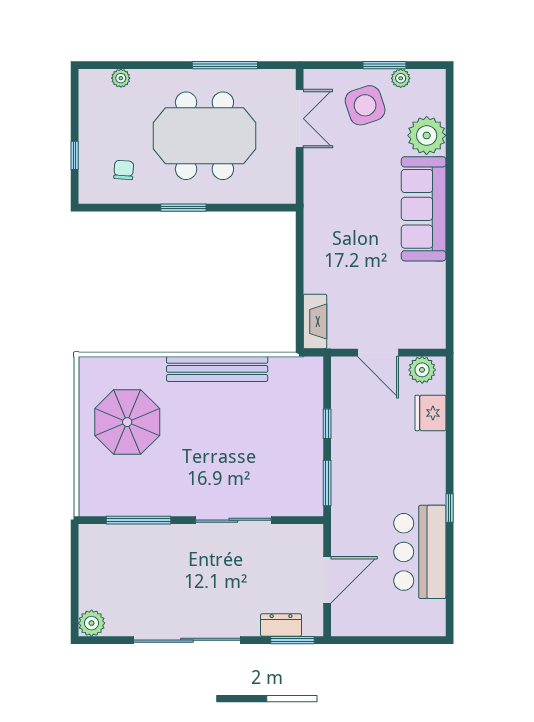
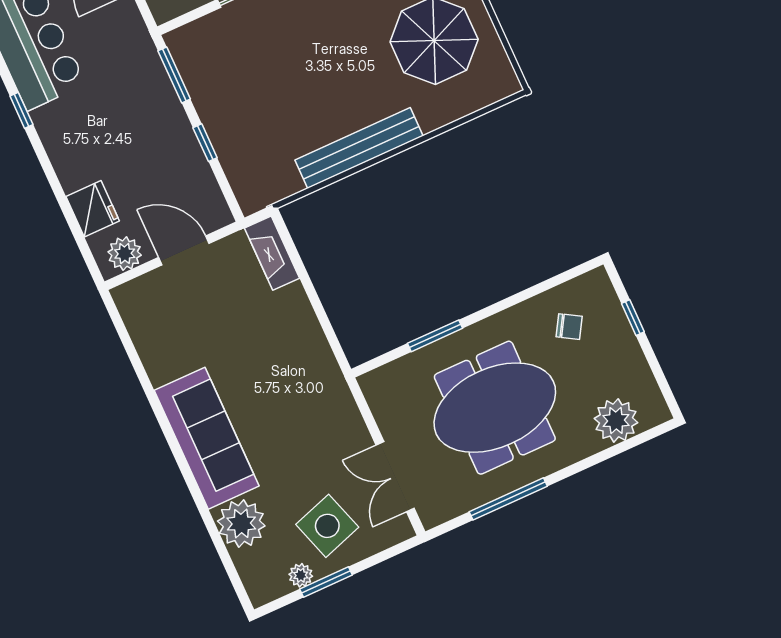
plant: (121, 78) -> (616, 420), width x1.87, depth x1.87
chair: (124, 170) -> (569, 327), turned -63
window: (183, 208) -> (435, 336), moved

